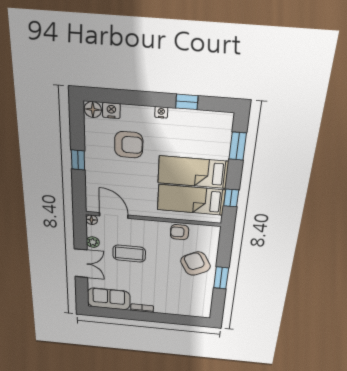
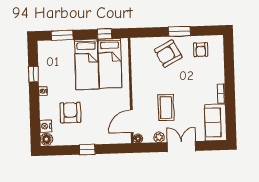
armchair: (180, 232) -> (201, 50), moved

